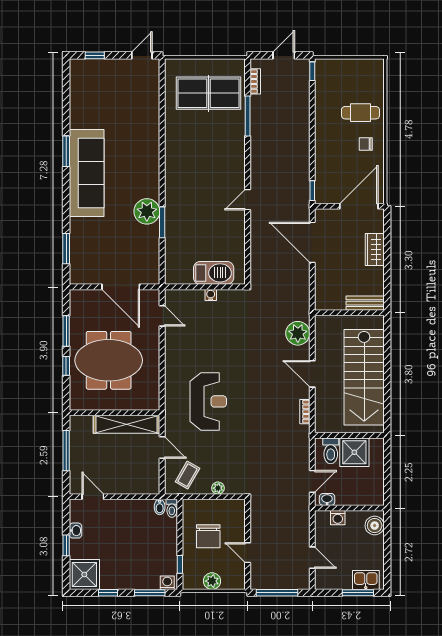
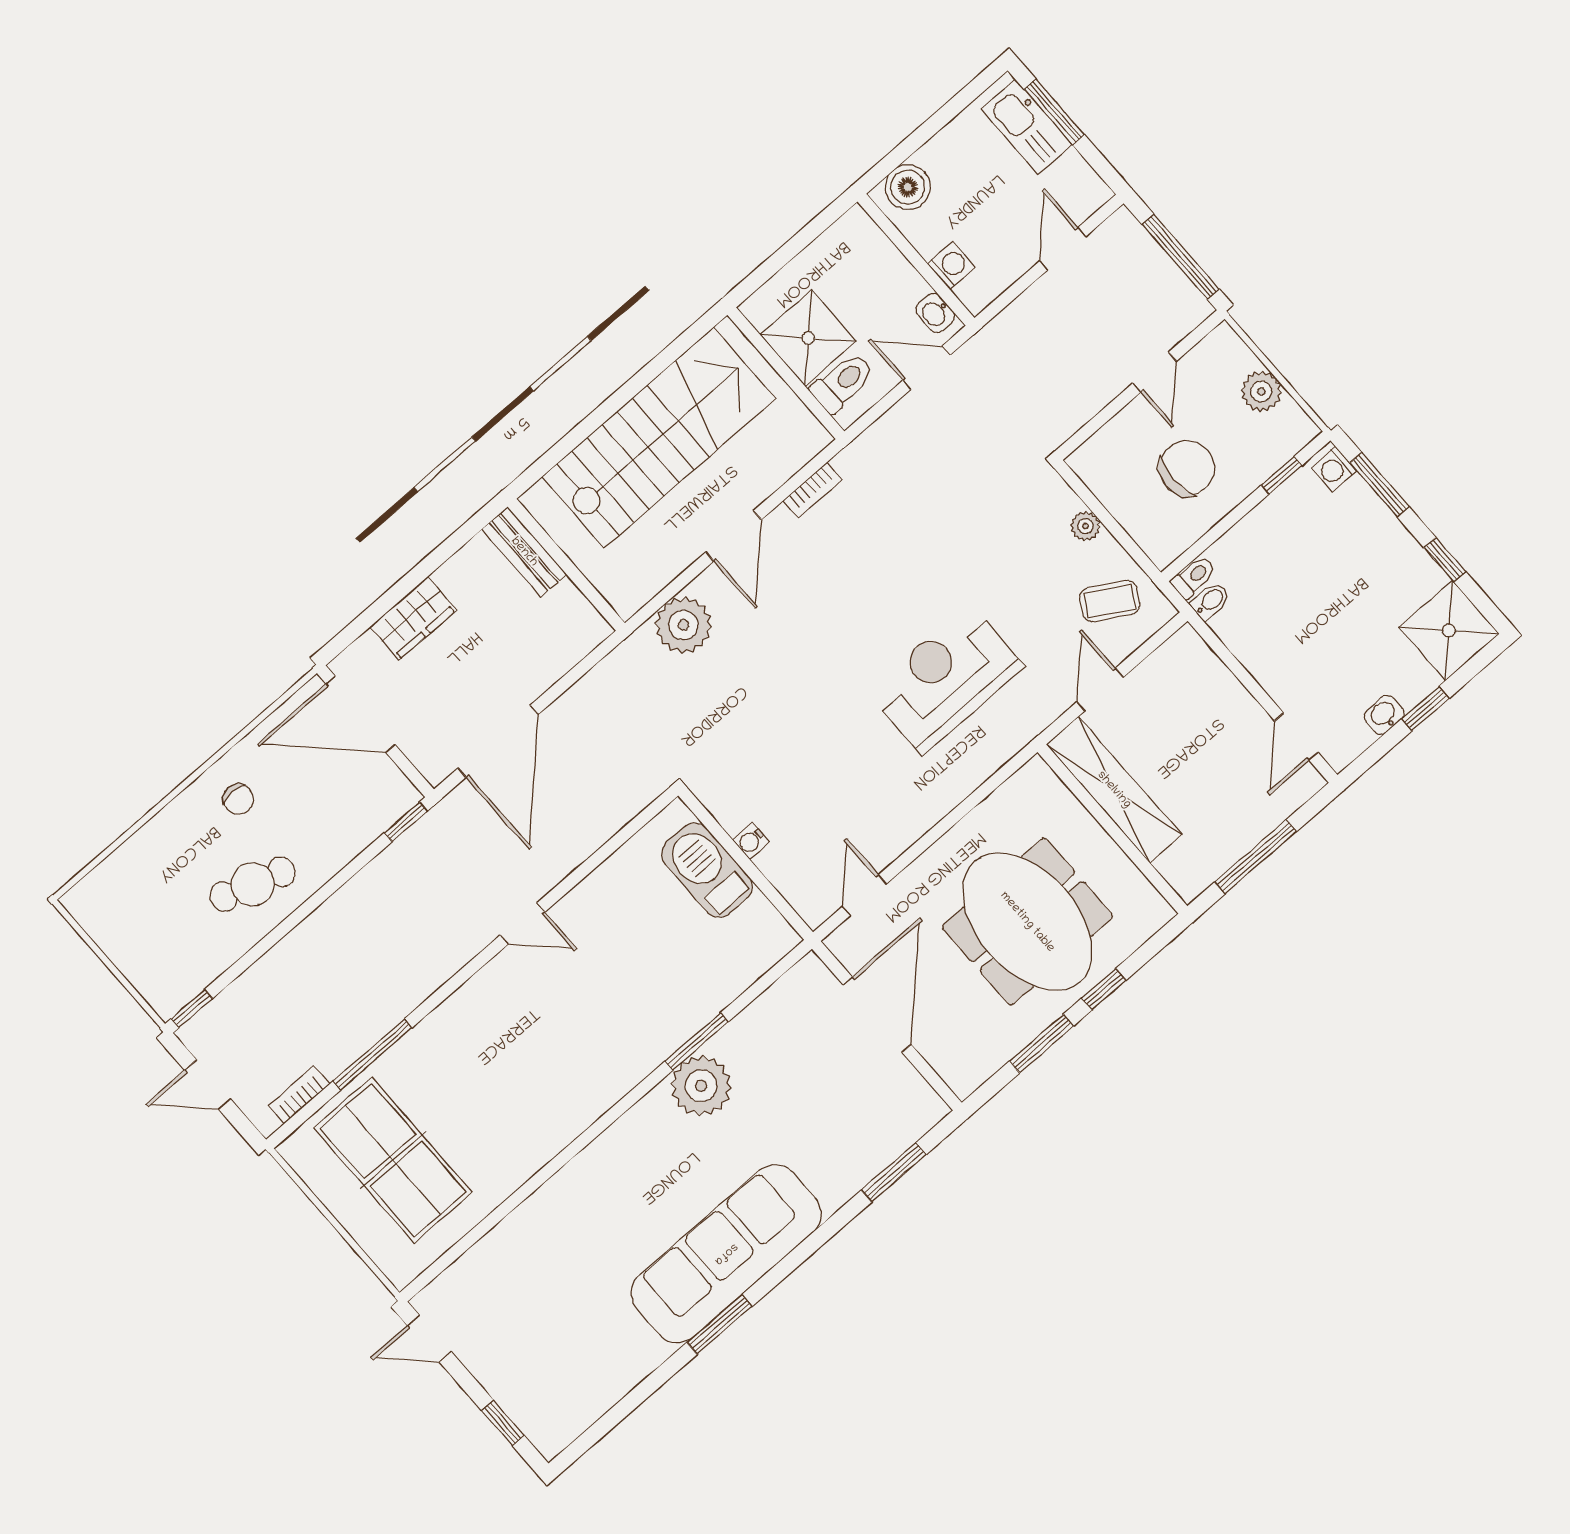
cafe table: (360, 113) -> (253, 884), moved, turned -72
kitchen sink: (366, 580) -> (1027, 127), width x1.38

